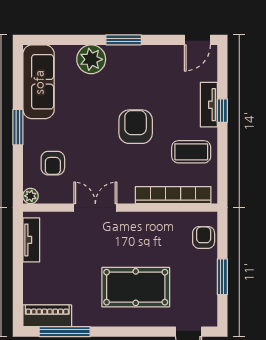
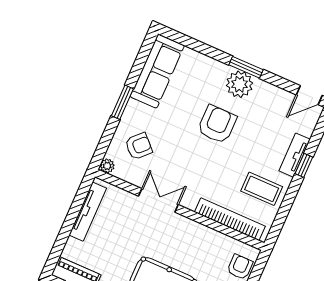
plant: (91, 59) -> (240, 84), moved
armchair: (136, 127) -> (217, 124), moved
armchair: (53, 163) -> (139, 146), turned -135
tv unit: (31, 240) -> (88, 212), width x1.41

